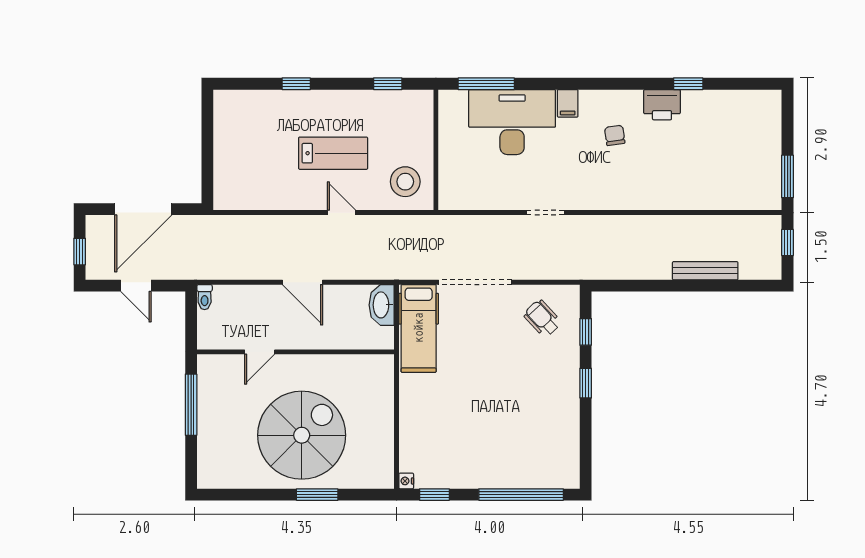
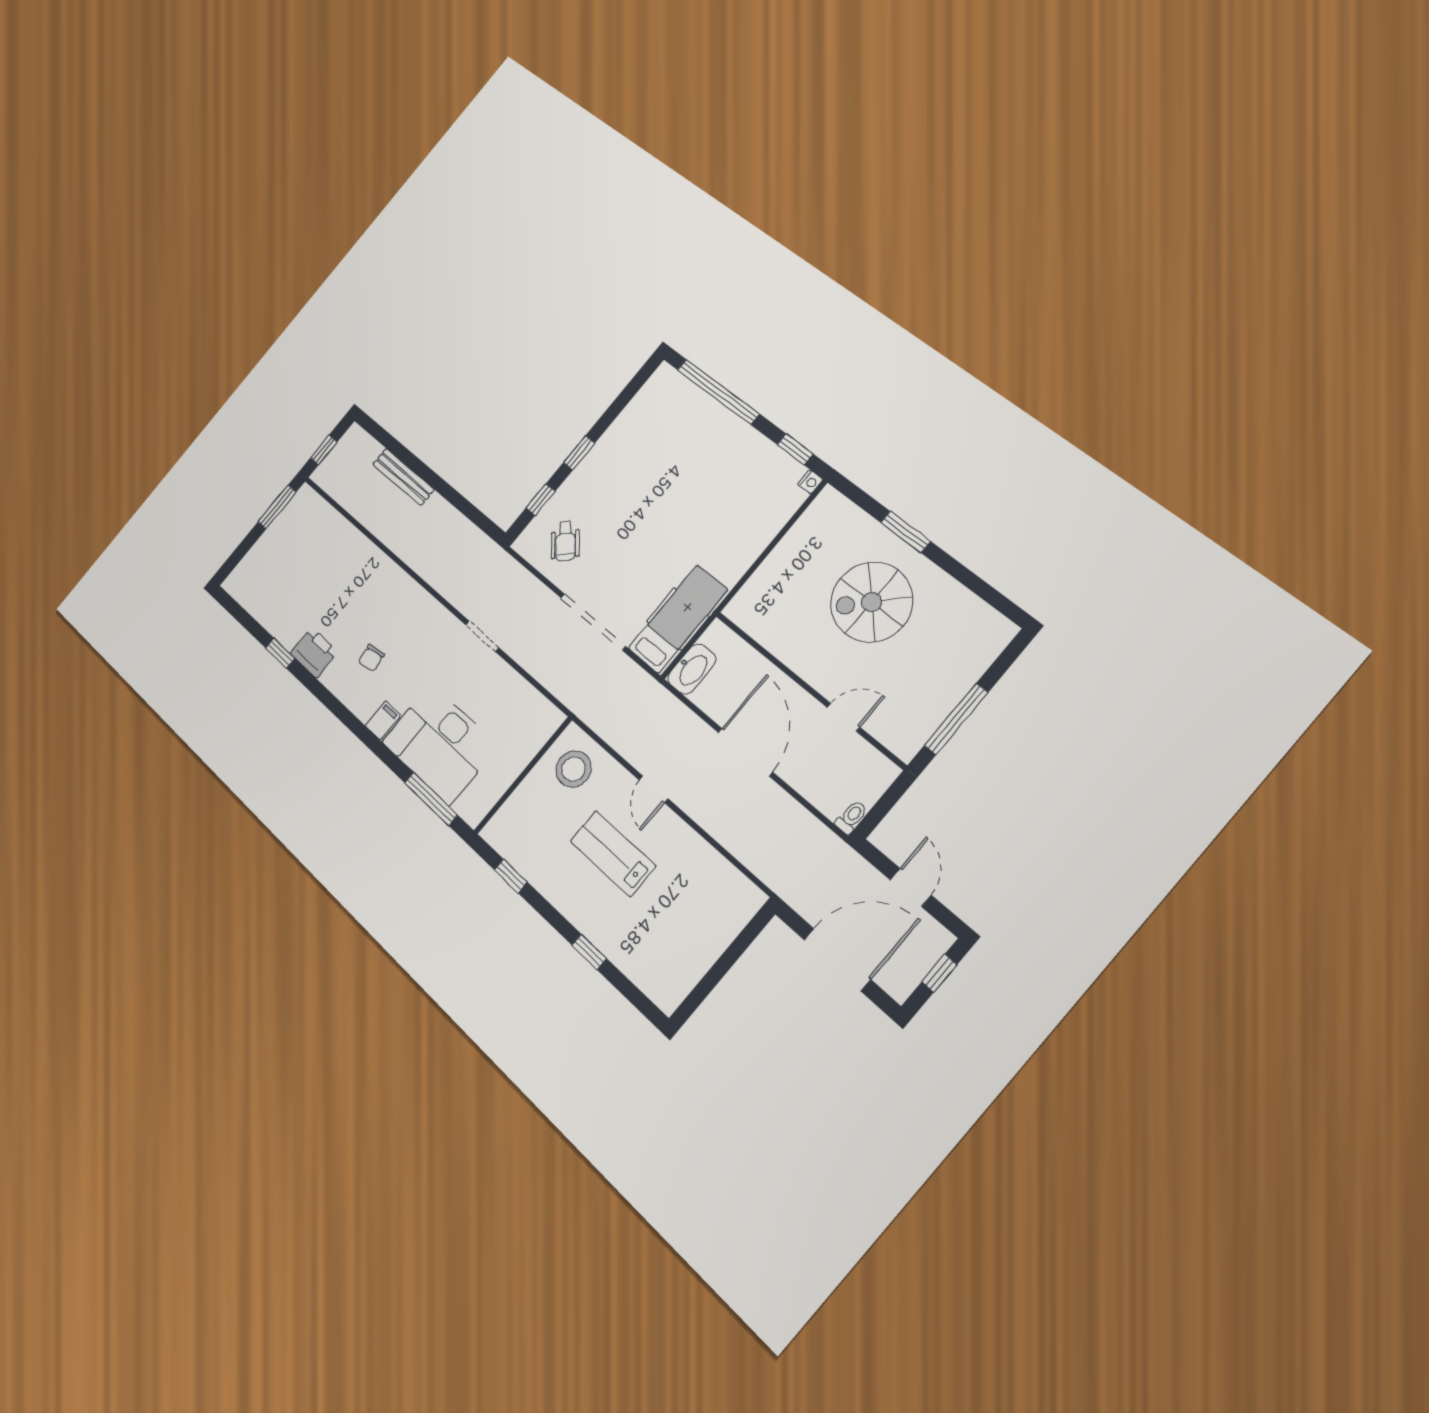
door: (303, 282) -> (745, 752), width x1.36
spiral stairs: (302, 435) -> (872, 602), width x0.73, depth x0.73

